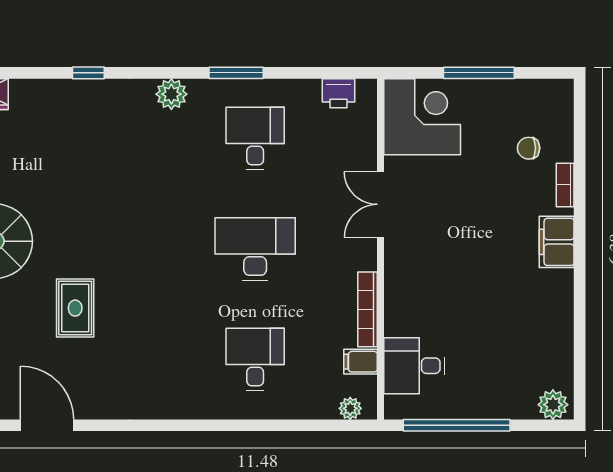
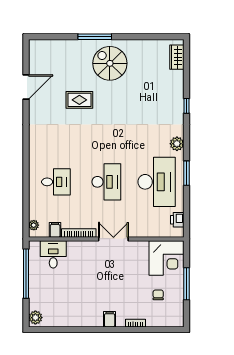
desk: (255, 139) -> (157, 182), width x1.87, depth x1.30
chair: (529, 148) -> (158, 295), moved
double door: (381, 204) -> (113, 239), moved
filing cabinet: (557, 242) -> (110, 319), width x0.50

